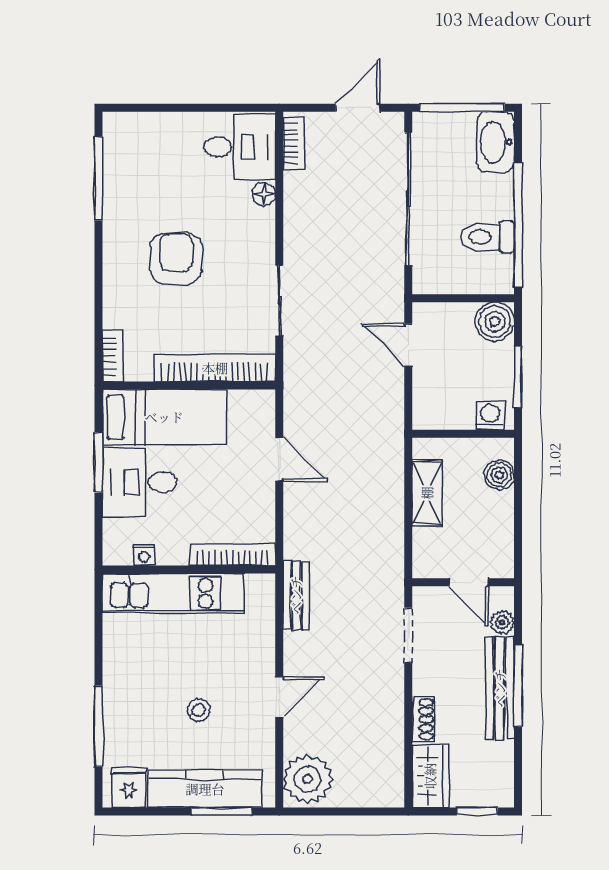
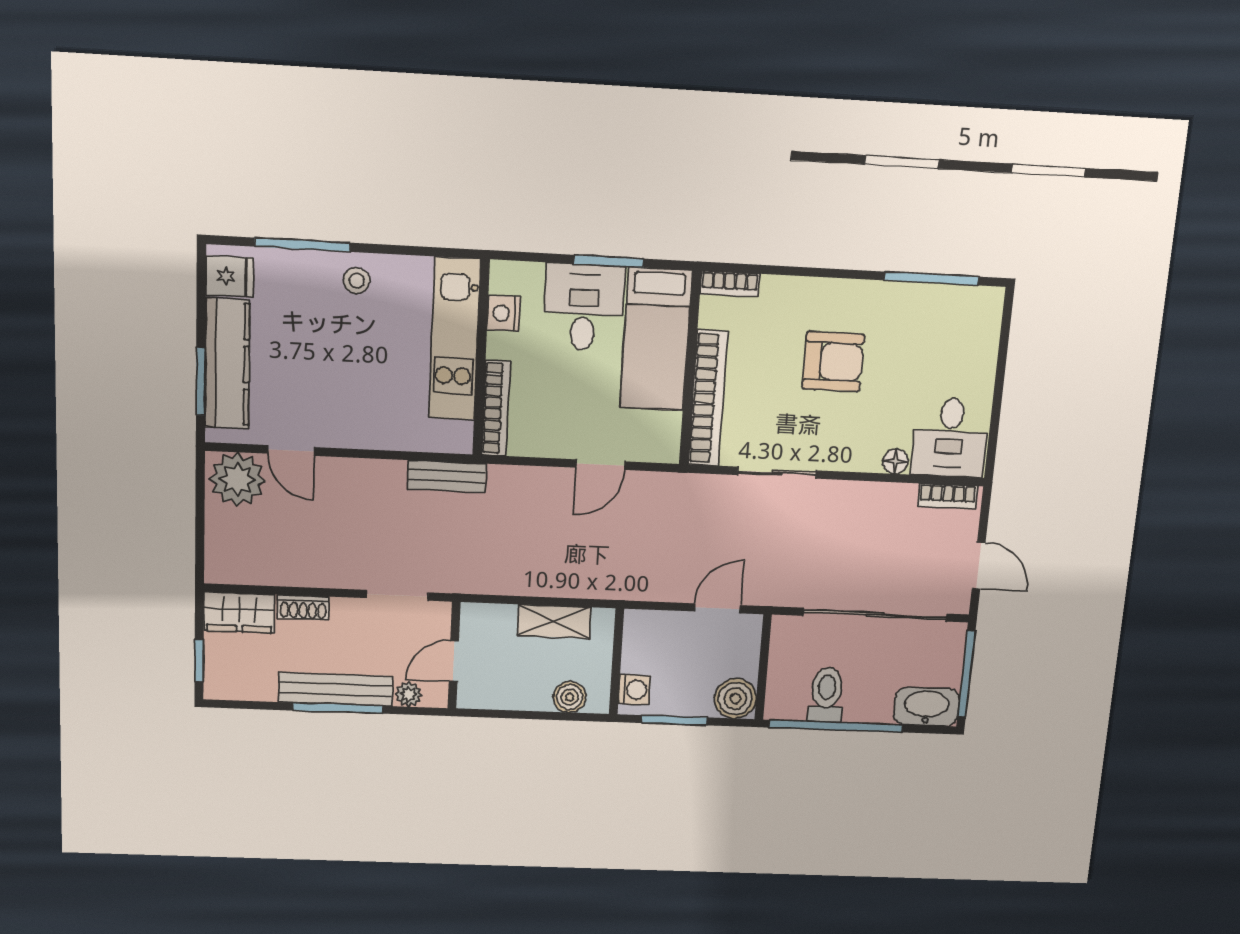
nightstand: (144, 555) -> (504, 313), width x1.39, depth x1.35
door: (279, 697) -> (291, 450), moved
stool: (199, 710) -> (357, 281), moved

